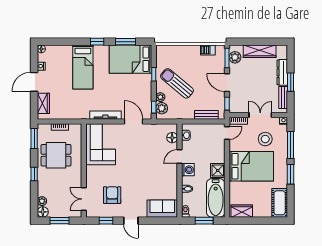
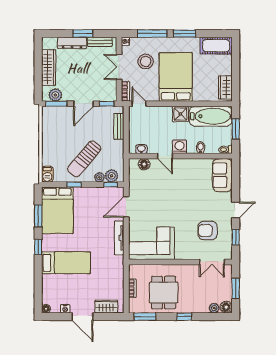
barbecue: (208, 50) -> (47, 174), moved

